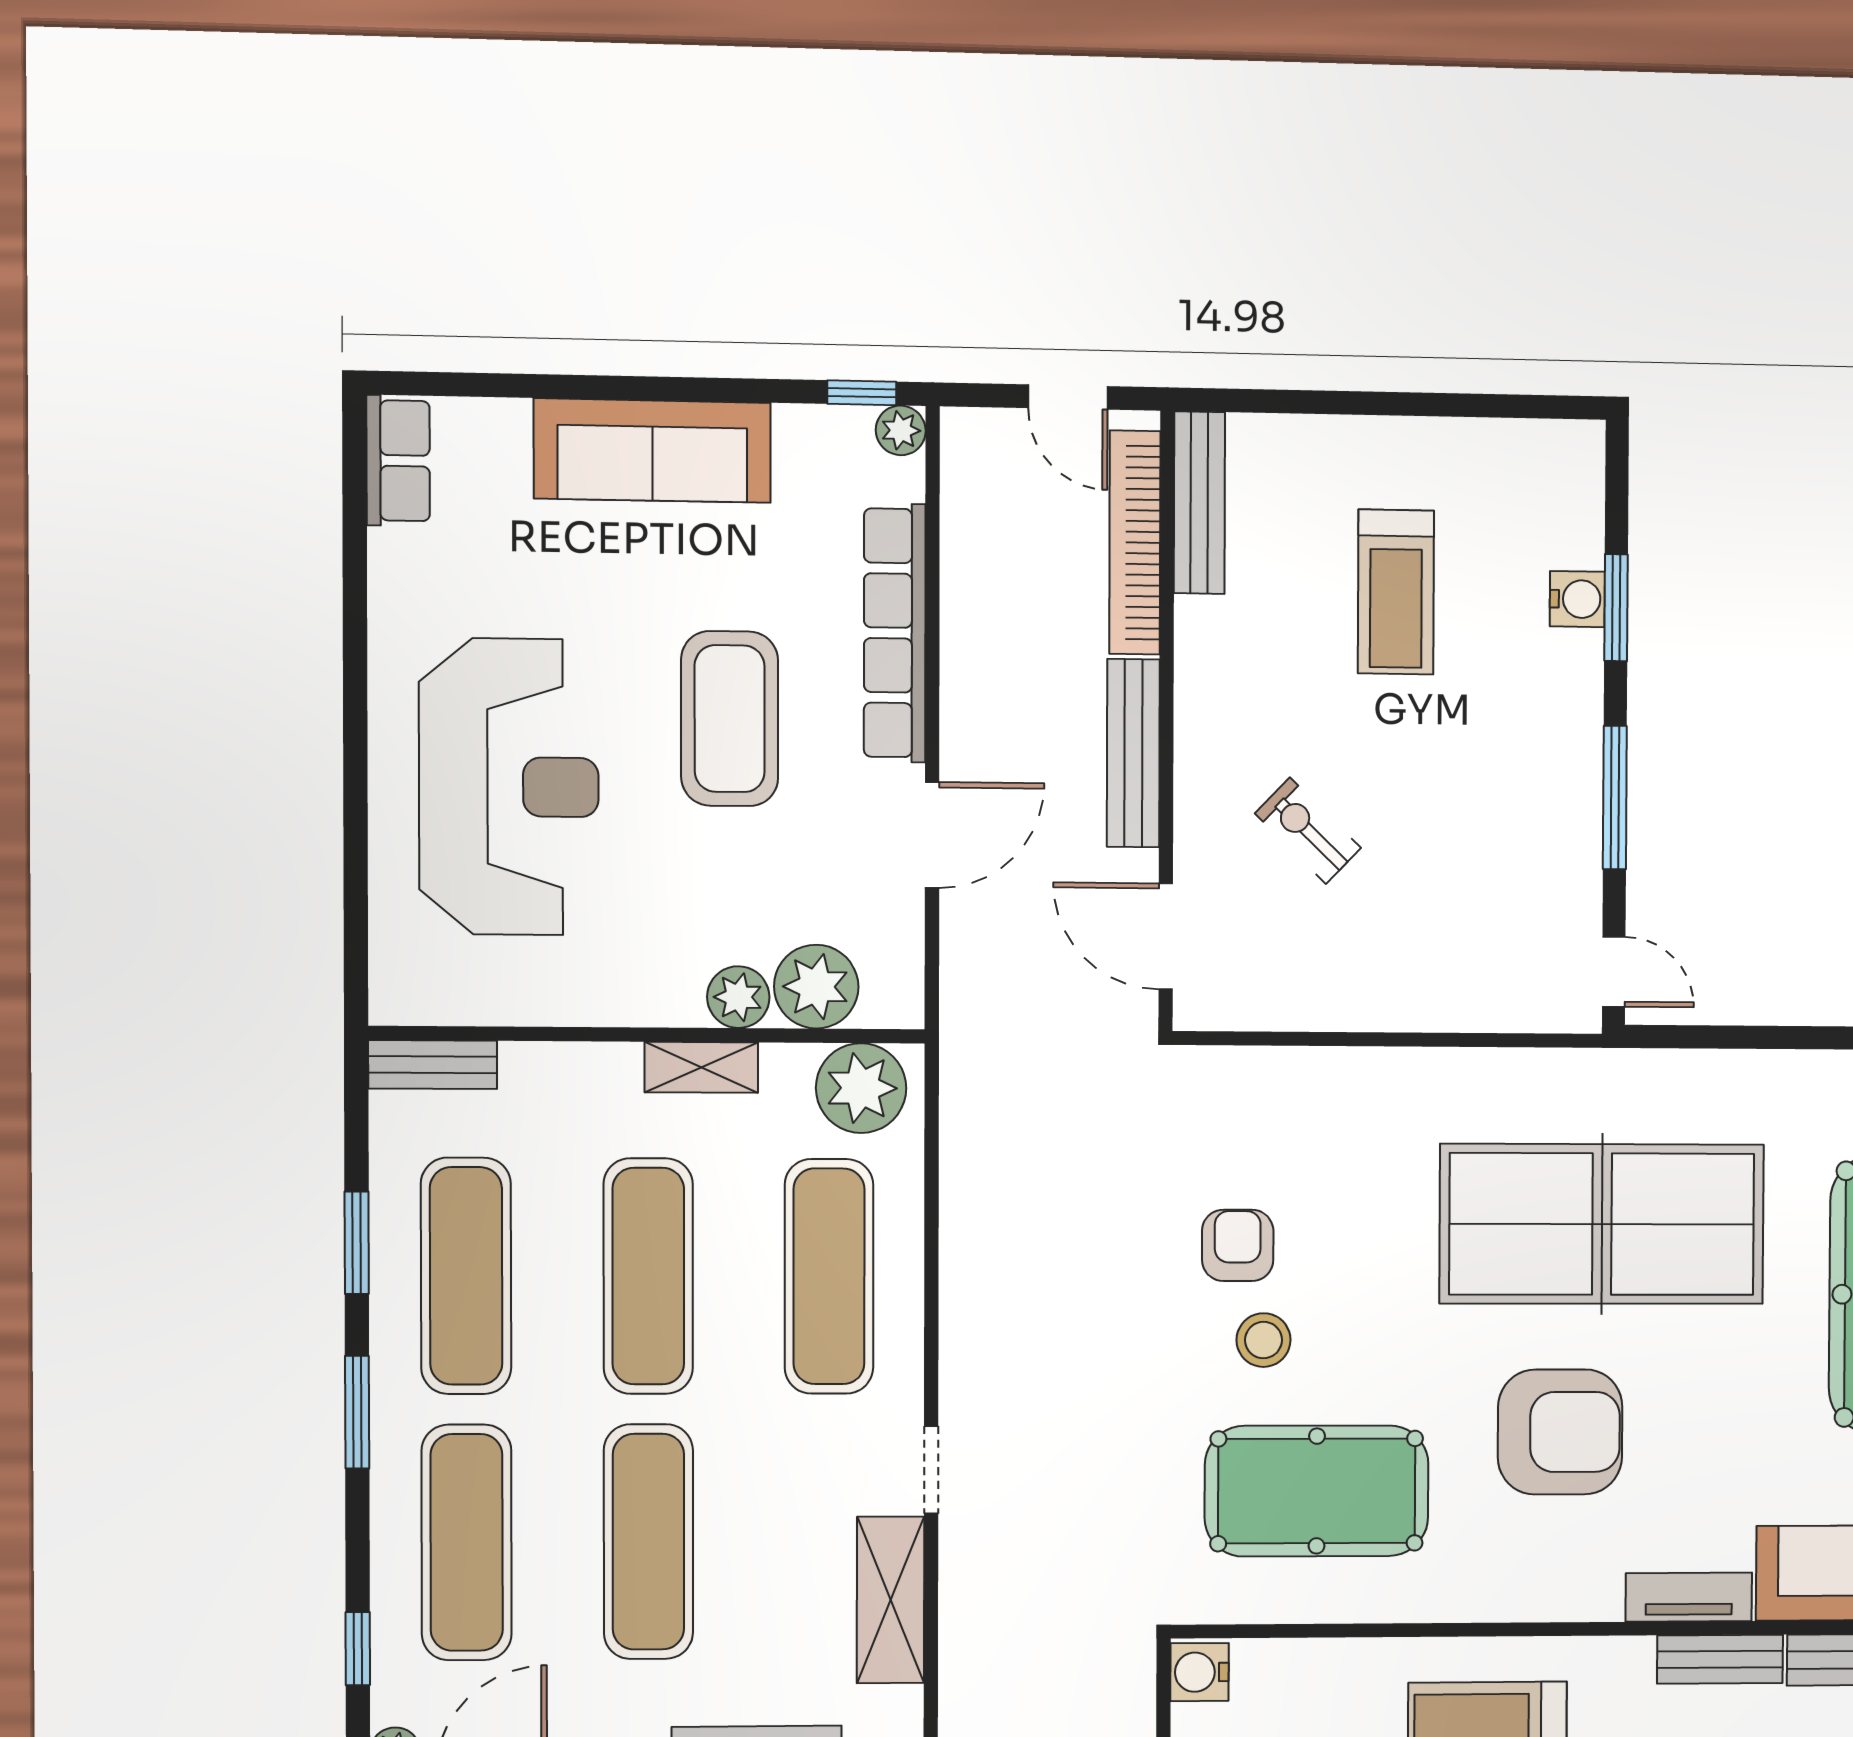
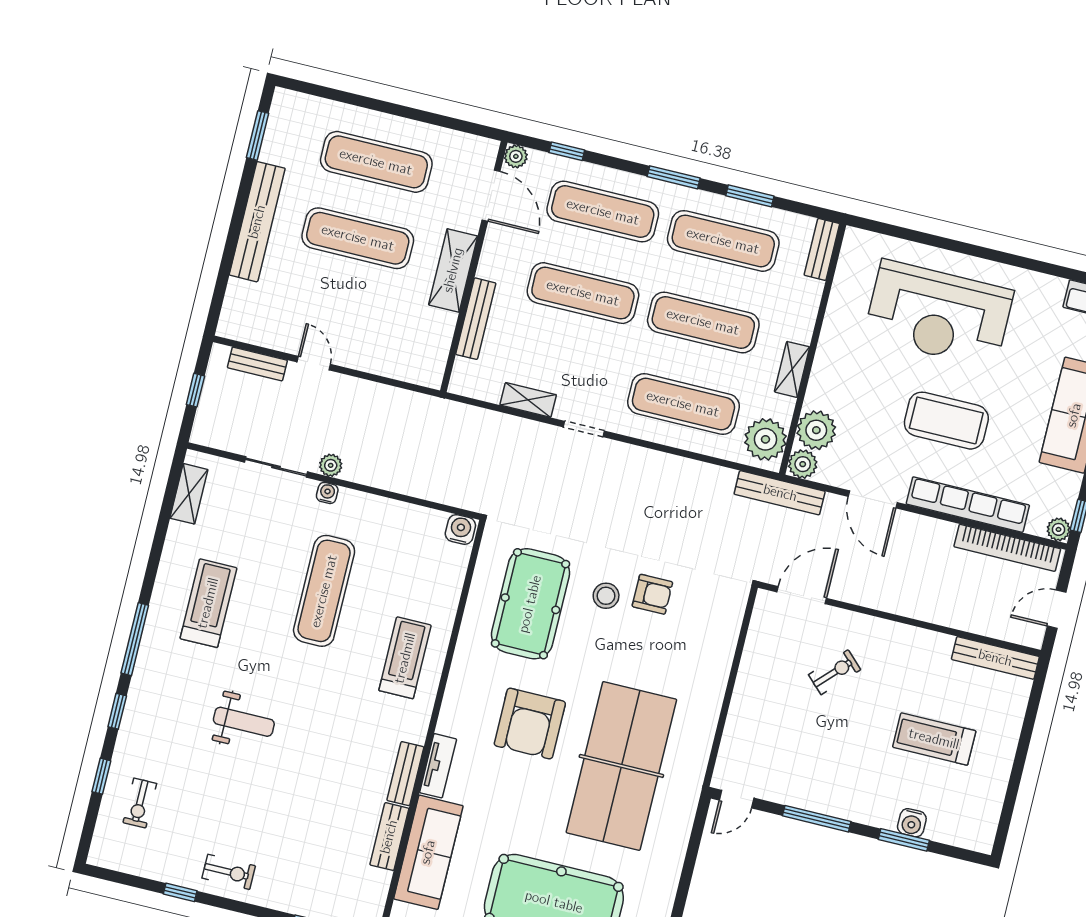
bookcase: (1135, 543) -> (1007, 548), moved, turned 180
bench: (1133, 753) -> (780, 493), moved
plant: (738, 997) -> (803, 464), moved
shelving: (890, 1600) -> (528, 400), width x0.67, depth x0.75

